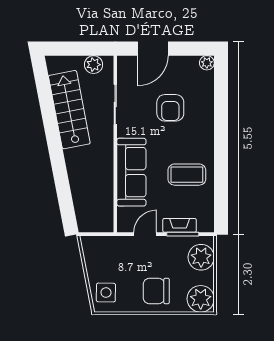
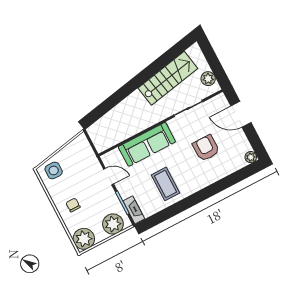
armchair: (170, 108) -> (206, 148), turned 90
fireplace: (180, 225) -> (134, 210), moved
chair: (156, 291) -> (73, 205), width x0.54, depth x0.54

